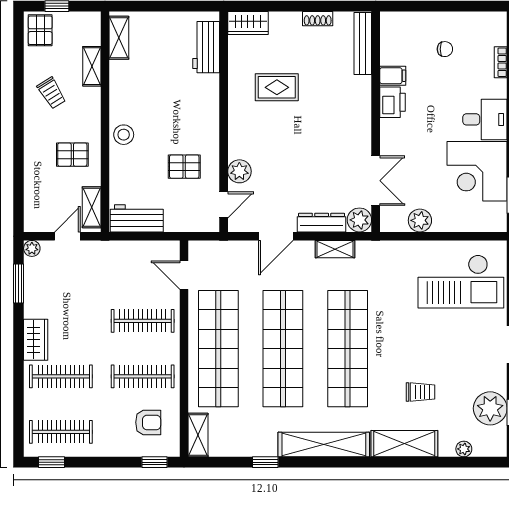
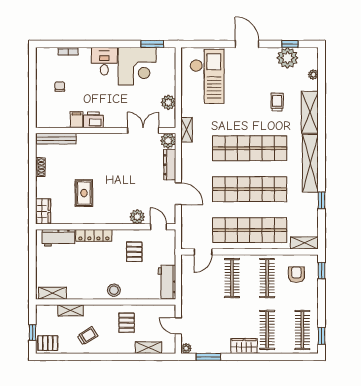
locker: (210, 103) -> (94, 235), added
shelving: (92, 207) -> (148, 348), moved
shelving: (335, 249) -> (187, 130), moved

